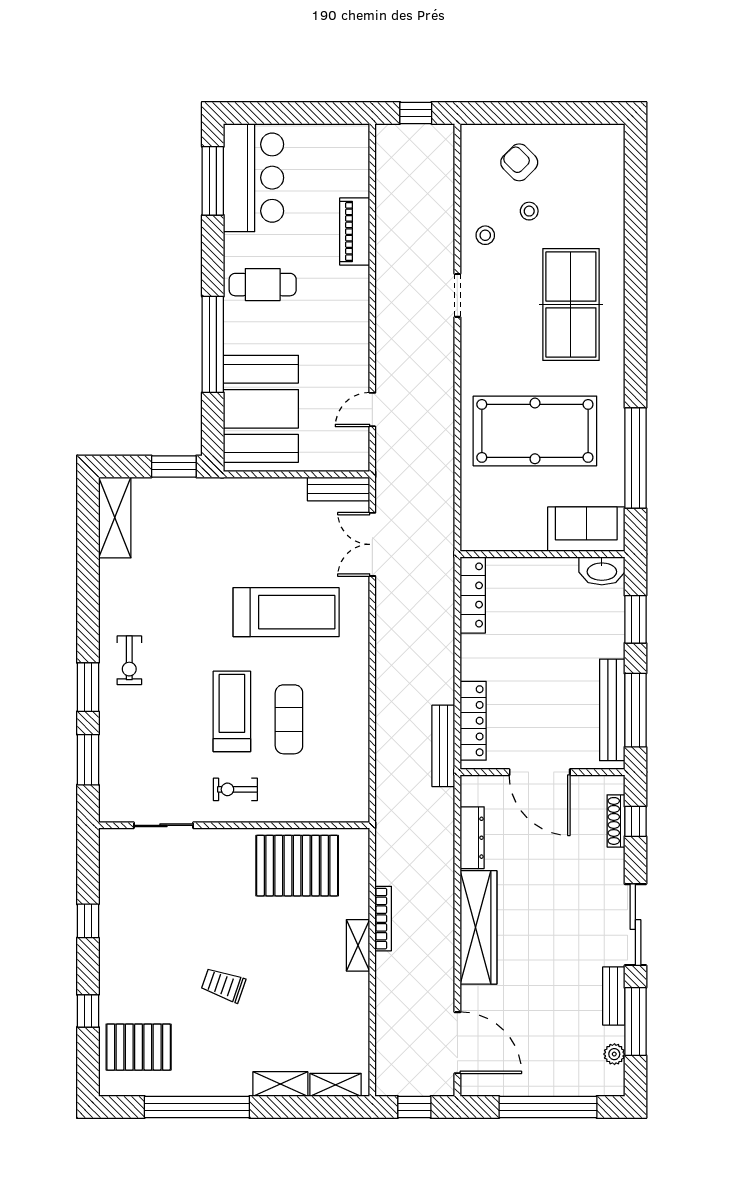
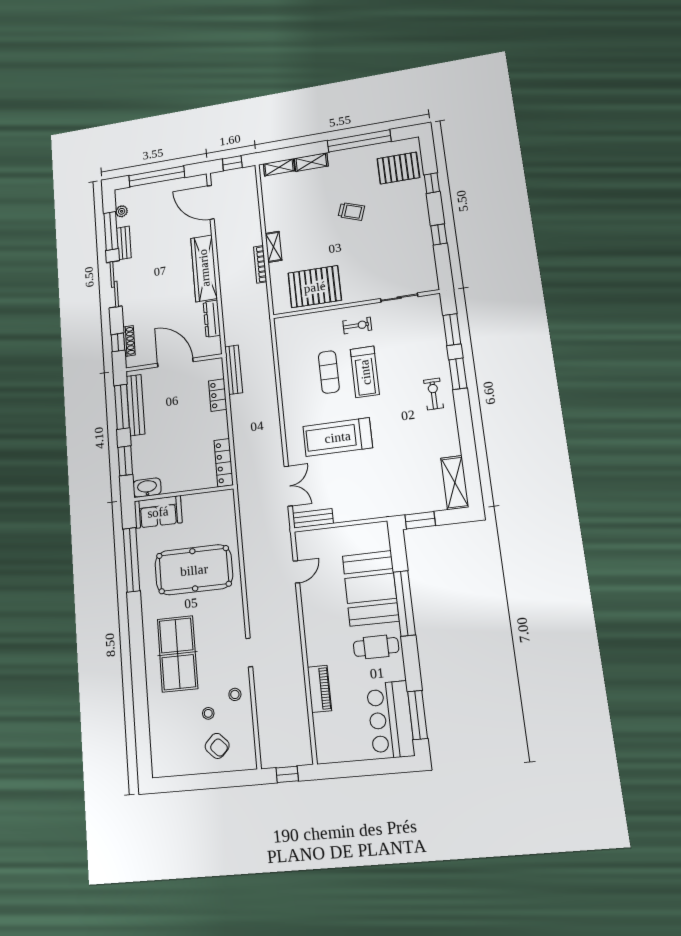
booth: (261, 409) -> (371, 588), moved
locker: (473, 721) -> (218, 395), width x0.66

